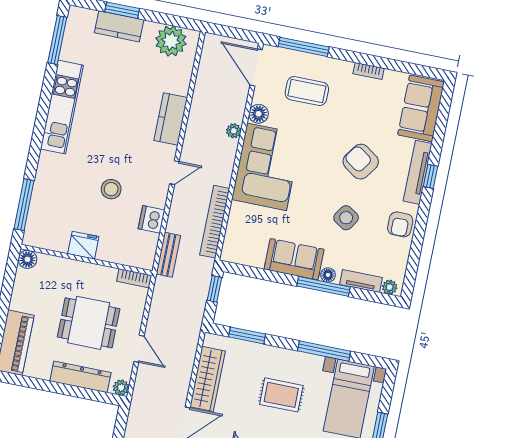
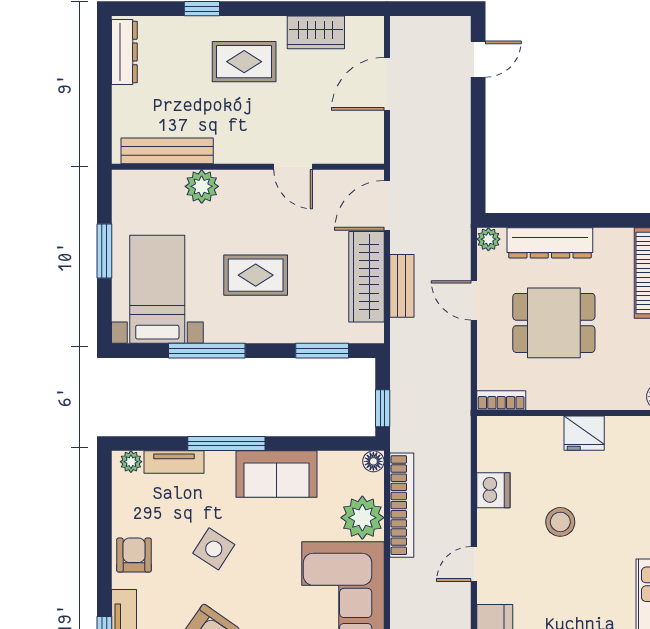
plant: (243, 219) -> (362, 518), added
bench: (168, 255) -> (402, 286), moved
floor lamp: (328, 275) -> (373, 461), moved

